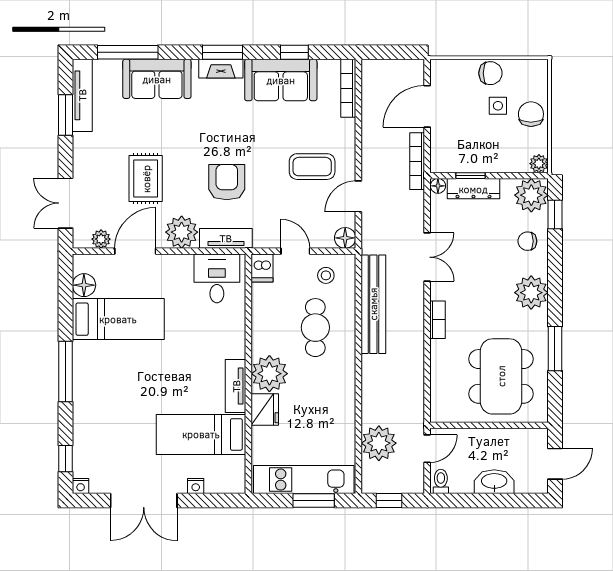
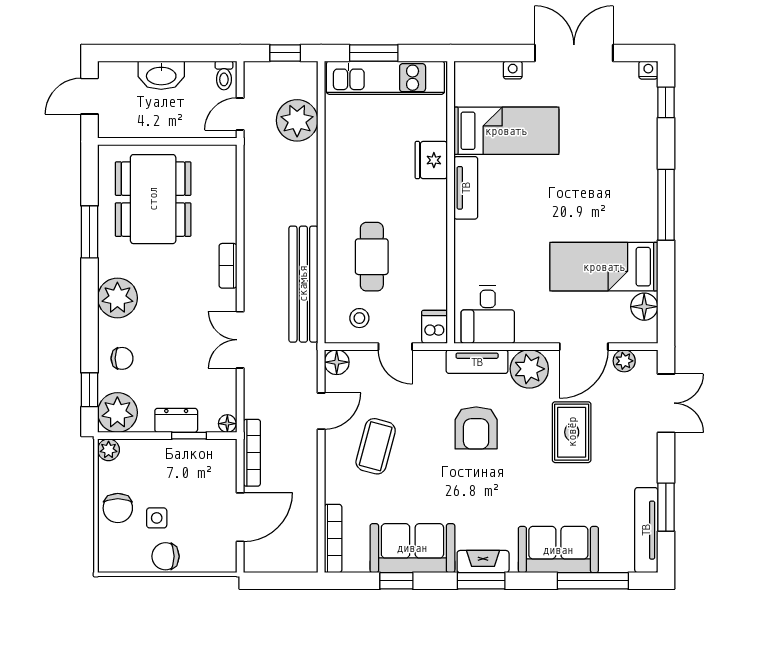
coffee table: (312, 167) -> (376, 446), turned -75
dresser: (473, 189) -> (176, 420), width x0.70
plant: (269, 374) -> (426, 202), removed

